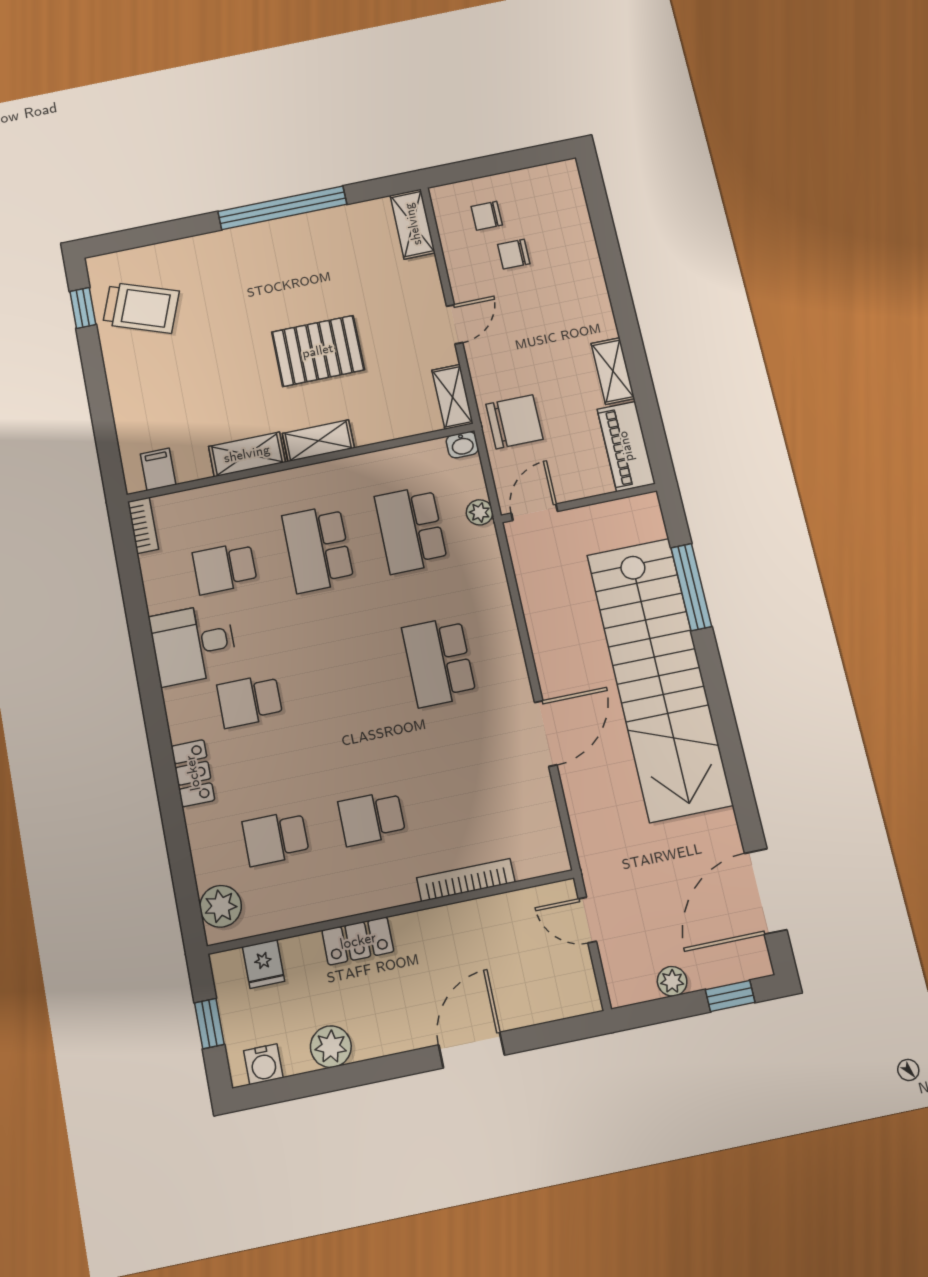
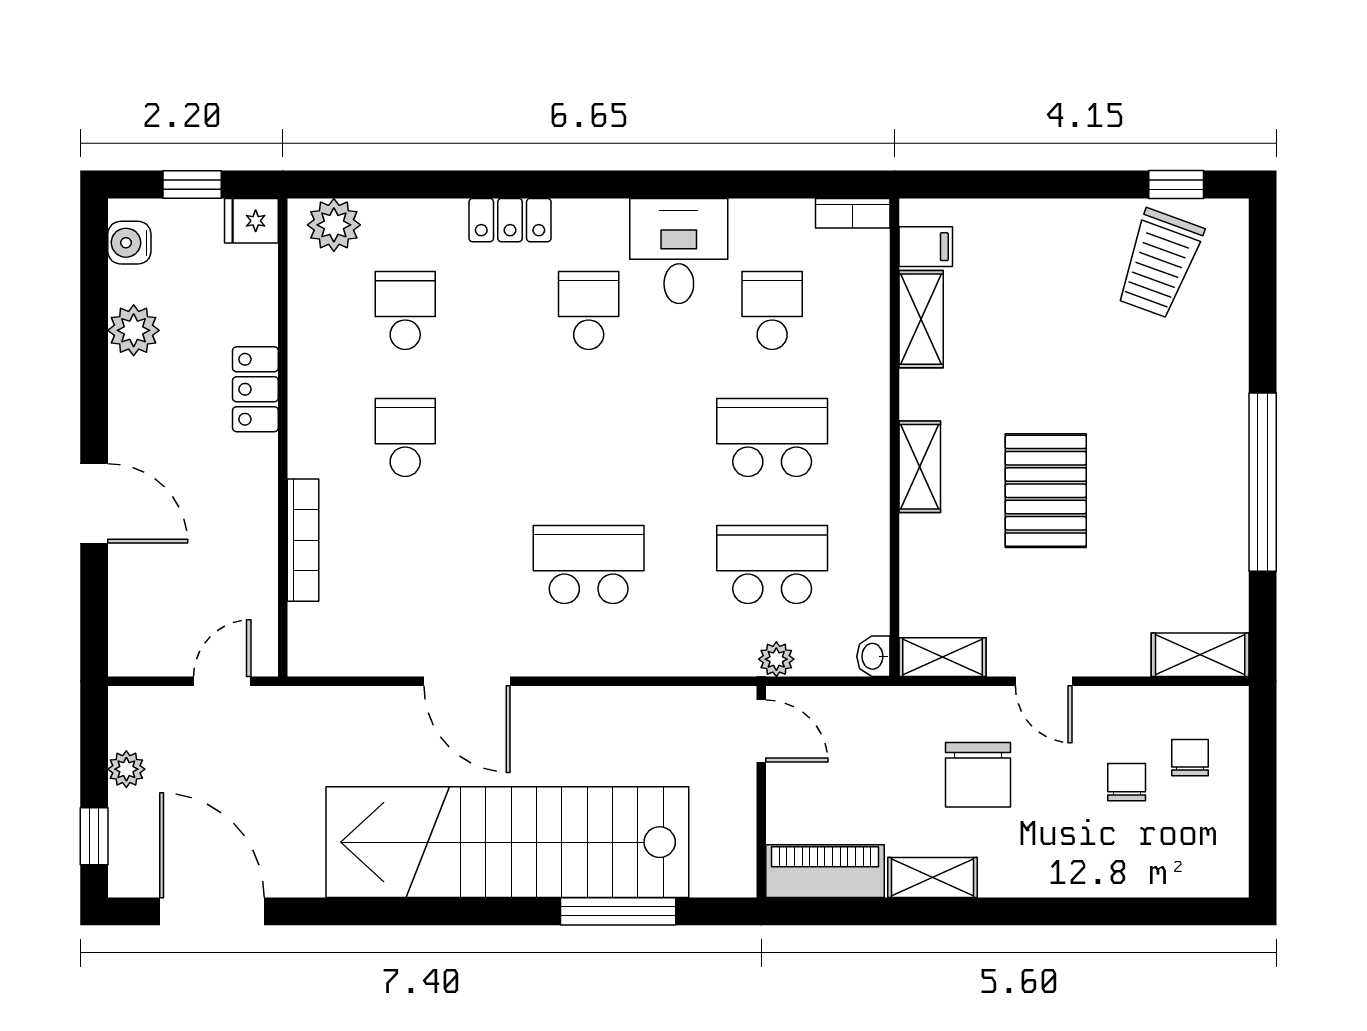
chair: (514, 422) -> (978, 775), moved
shelving: (247, 454) -> (921, 319), moved
fridge: (264, 964) -> (251, 221), moved

